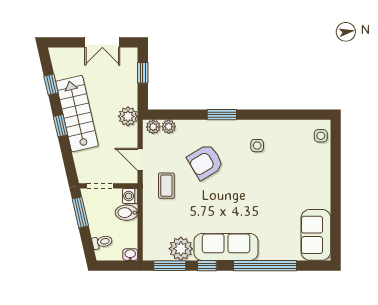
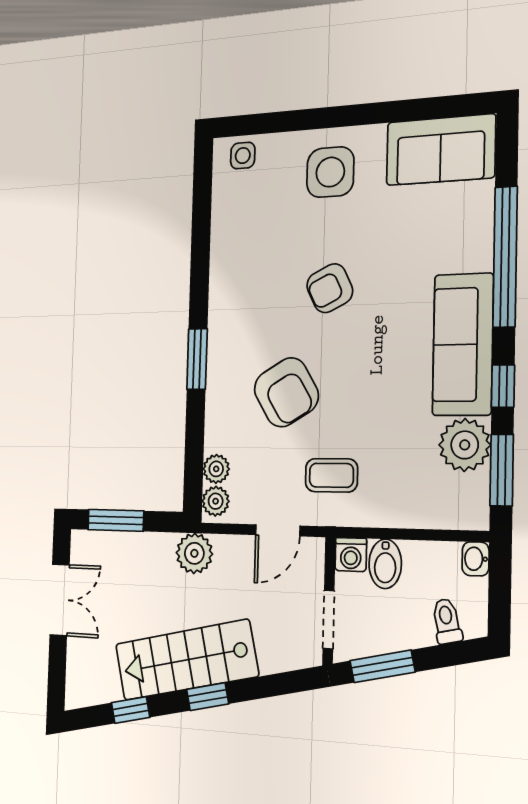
window: (143, 73) -> (116, 520), width x1.50
side table: (257, 146) -> (330, 172), moved, width x1.87, depth x1.87
armchair: (254, 182) -> (330, 288), added

